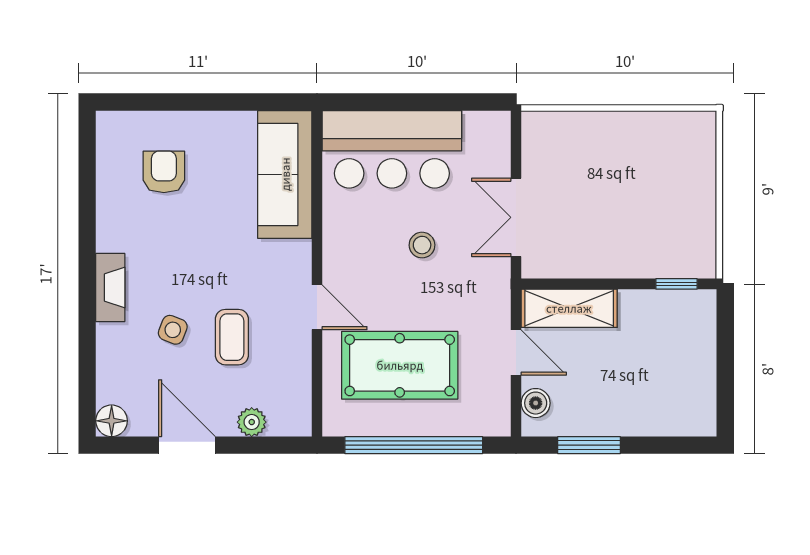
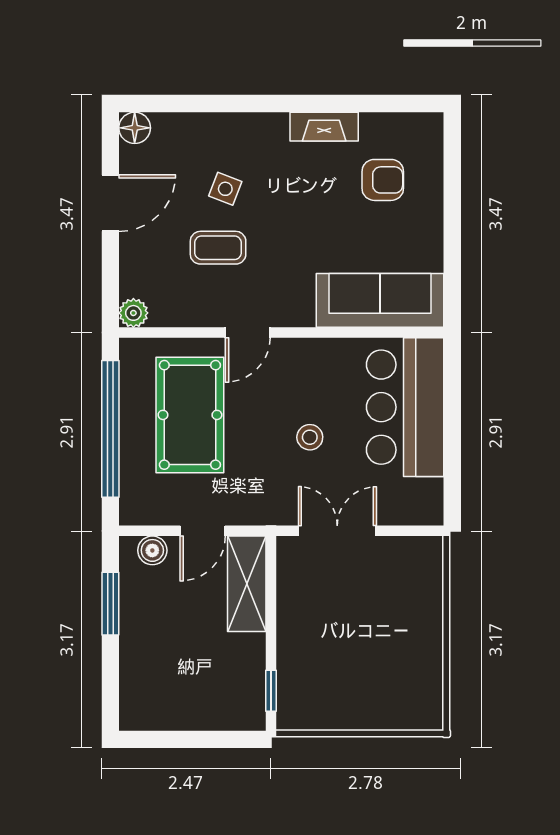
fireplace: (110, 288) -> (324, 127), moved
plant: (252, 422) -> (133, 313), moved

